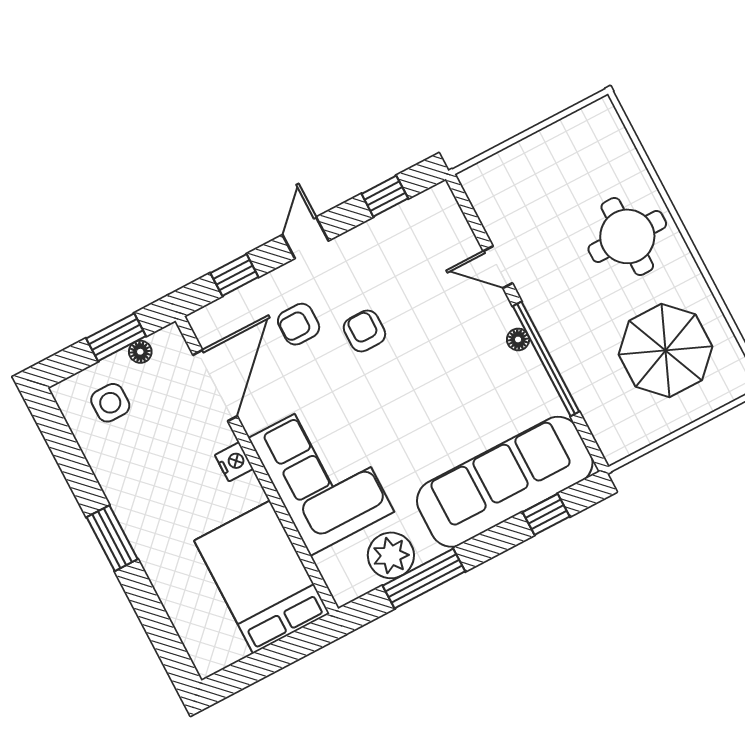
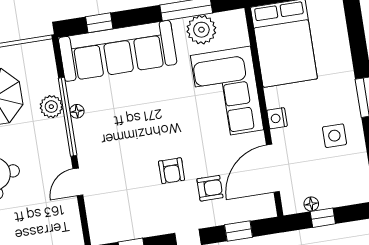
door: (498, 267) -> (78, 182), swing flipped
window: (116, 337) -> (323, 218), width x0.67
floor lamp: (518, 339) -> (77, 111), moved
plant: (575, 366) -> (51, 107), added
side table: (110, 403) -> (334, 136), moved

